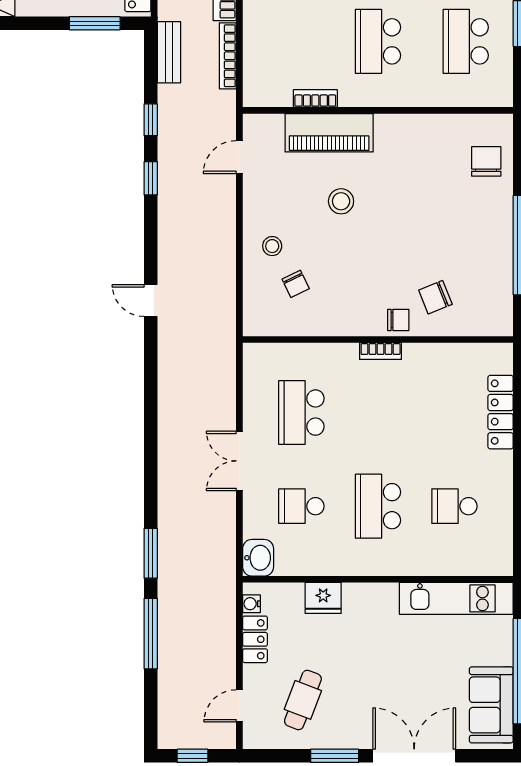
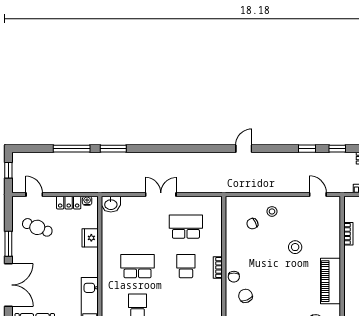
piano: (329, 133) -> (331, 281), moved
school desk: (301, 506) -> (186, 266), moved

